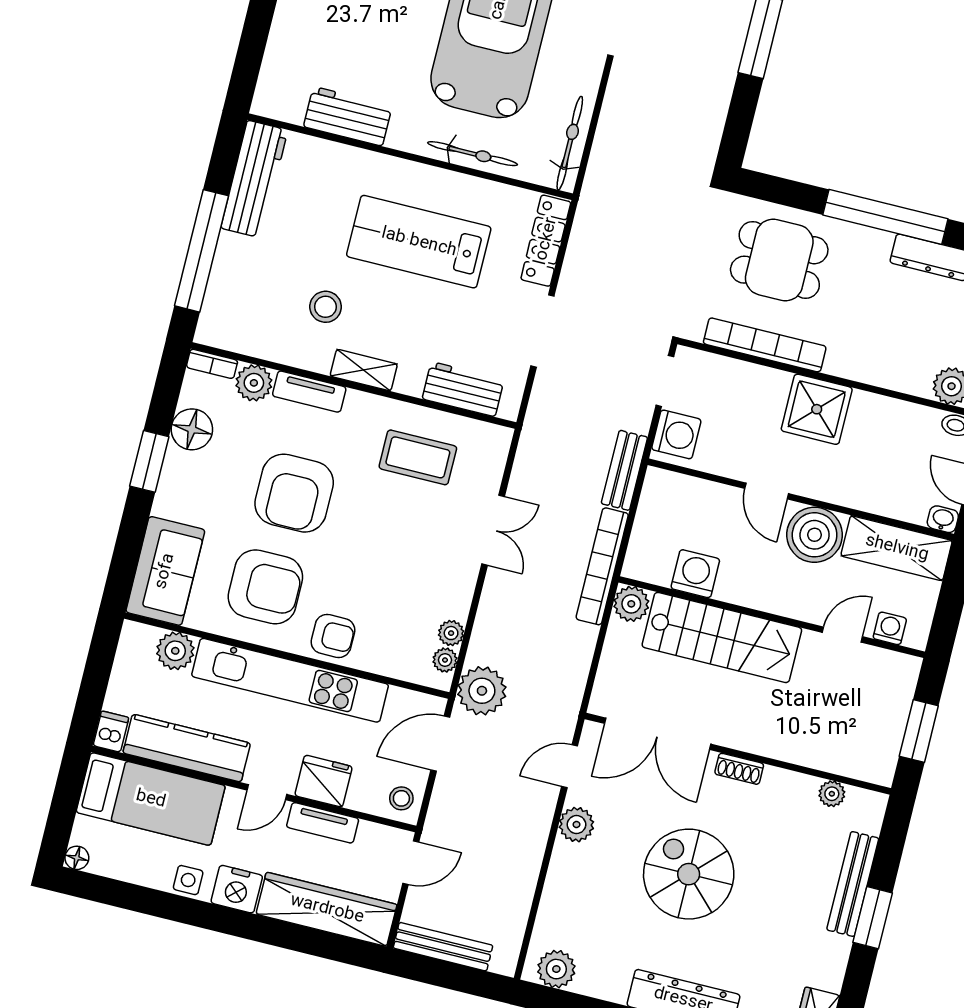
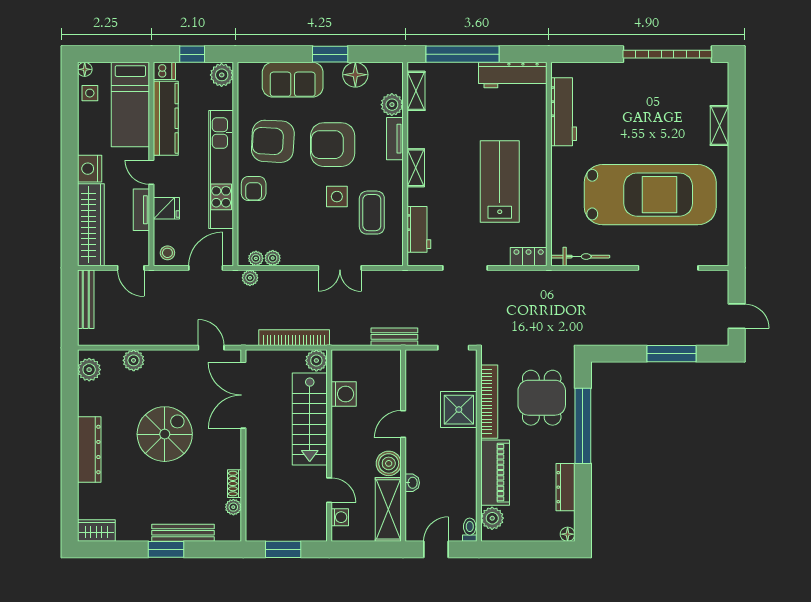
workbench: (348, 116) -> (564, 112), width x1.38
bicycle: (473, 154) -> (560, 200), removed
window: (885, 217) -> (583, 426), moved
locker: (546, 241) -> (529, 257), width x0.66
stool: (326, 307) -> (447, 136), removed
shelving: (241, 339) -> (416, 91), added
bookcase: (212, 364) -> (397, 77), removed
piano: (880, 364) -> (495, 473), added
shower: (817, 409) -> (459, 410), moved
washing machine: (676, 434) -> (423, 362), removed
side table: (379, 507) -> (337, 197), added
washbasin: (943, 519) -> (412, 483), moved
boiler: (815, 535) -> (389, 463), width x0.73, depth x0.73
bookcase: (602, 566) -> (294, 338), moved
sofa: (165, 571) -> (293, 80), moved
armchair: (265, 587) -> (273, 141), turned 93
plant: (175, 651) -> (222, 75), moved
window: (95, 681) -> (192, 54), added
plant: (482, 691) -> (250, 278), width x0.53, depth x0.53
door: (440, 744) -> (206, 268), hinge flipped
shoe rack: (739, 769) -> (235, 484), moved
fridge: (324, 781) -> (166, 208), width x0.72
plant: (576, 825) -> (134, 360), moved
side table: (188, 880) -> (90, 93), moved

